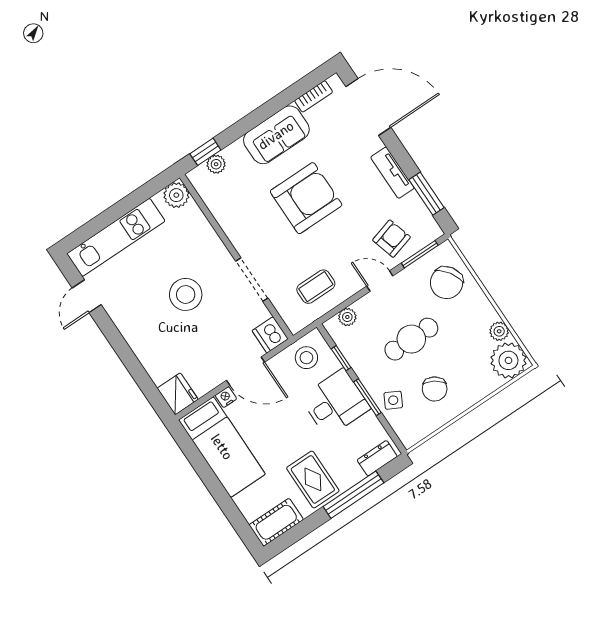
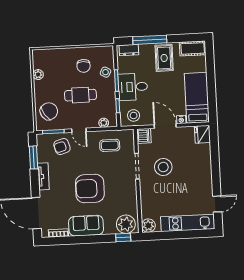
plant: (216, 164) -> (126, 224), width x1.87, depth x1.87
stool: (186, 294) -> (163, 167), moved
plant: (508, 360) -> (42, 59), removed
chair: (435, 389) -> (84, 66), turned 147

